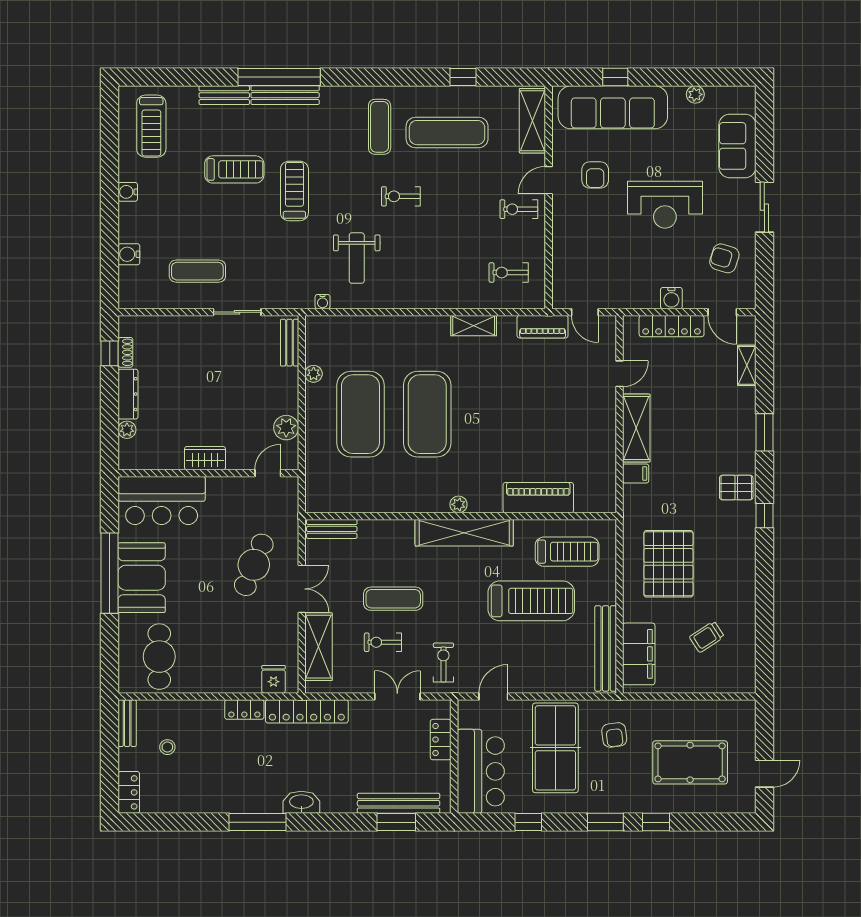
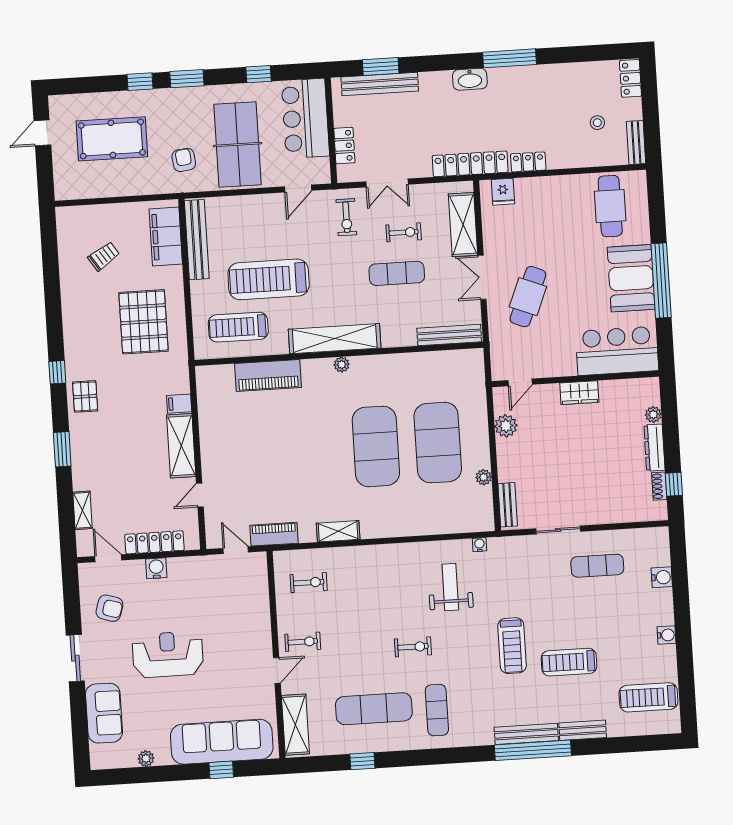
treadmill: (151, 126) -> (648, 697), turned -90
armchair: (595, 175) -> (234, 678), removed
pallet: (736, 488) -> (85, 396), turned 90
bench: (332, 529) -> (449, 335), width x1.36

